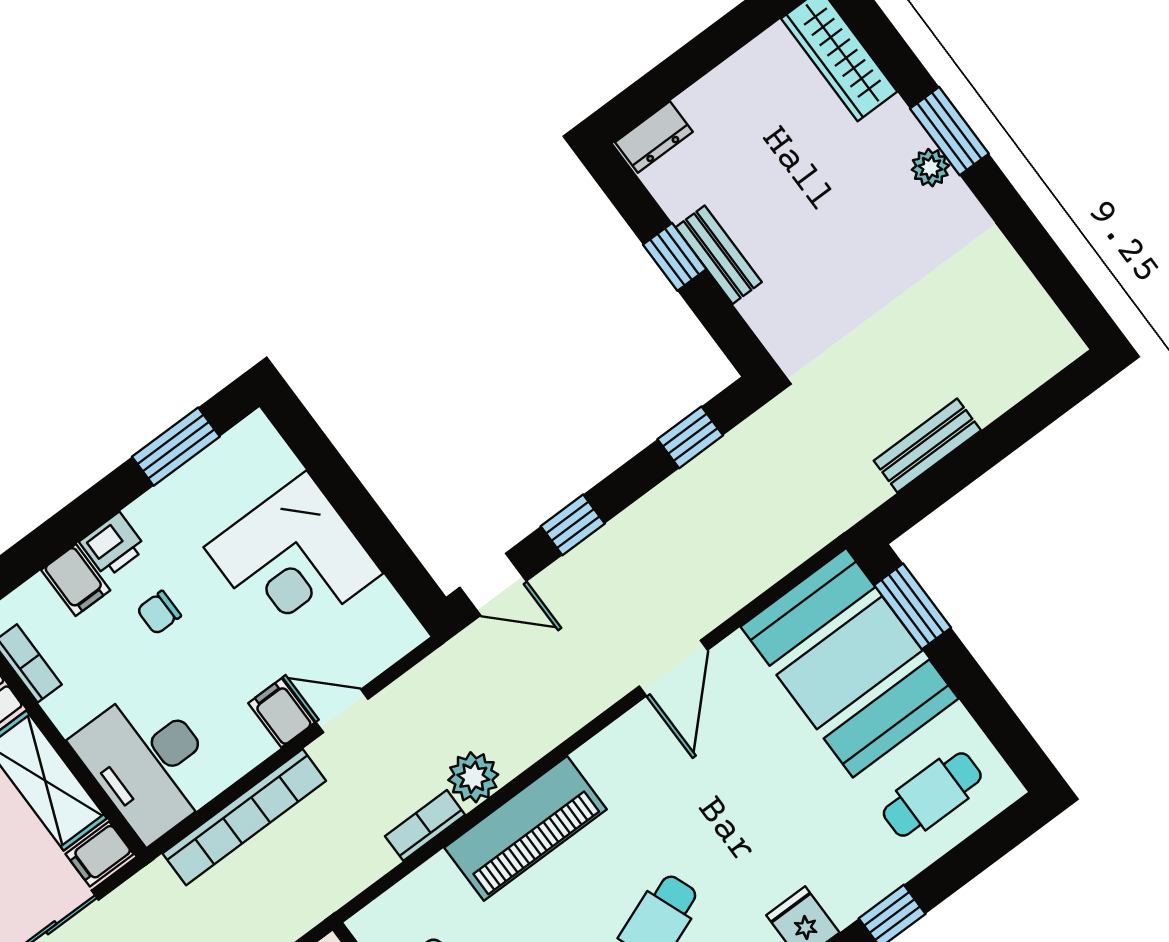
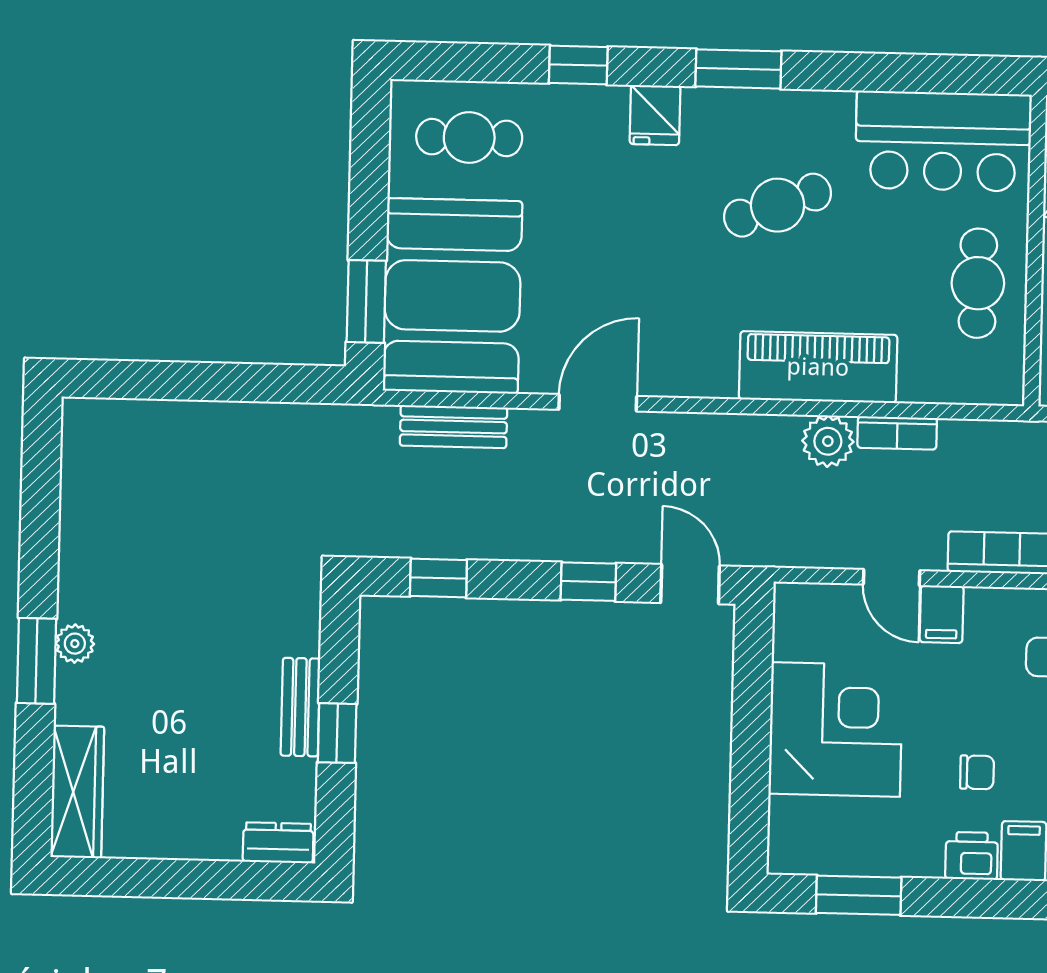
bench: (927, 445) -> (454, 427), moved

